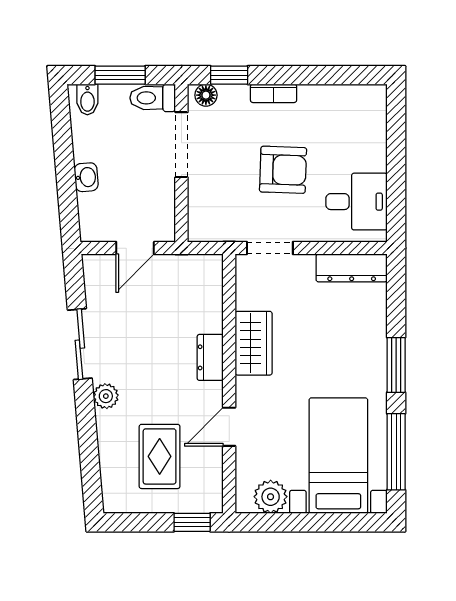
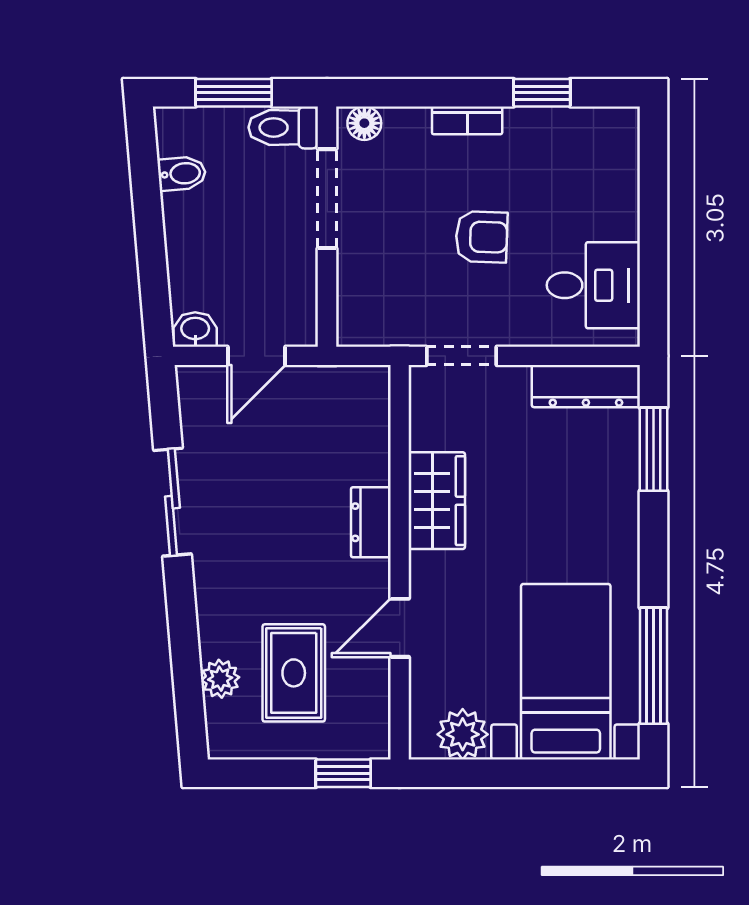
window: (229, 75) -> (542, 93), moved
bidet: (87, 99) -> (182, 174), moved, turned -95
armchair: (283, 170) -> (482, 237), width x0.72, depth x0.72
washbasin: (86, 177) -> (195, 329), moved, turned -85
window: (396, 365) -> (654, 449), moved
plant: (106, 396) -> (220, 679), moved

